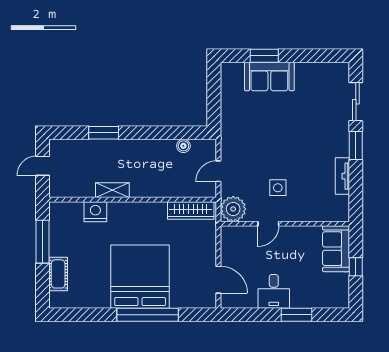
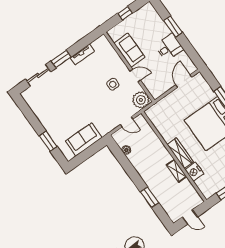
sofa: (269, 77) -> (84, 139), moved, turned -90
wardrobe: (191, 211) -> (180, 153), moved
sofa: (336, 249) -> (129, 50), moved, turned -90

